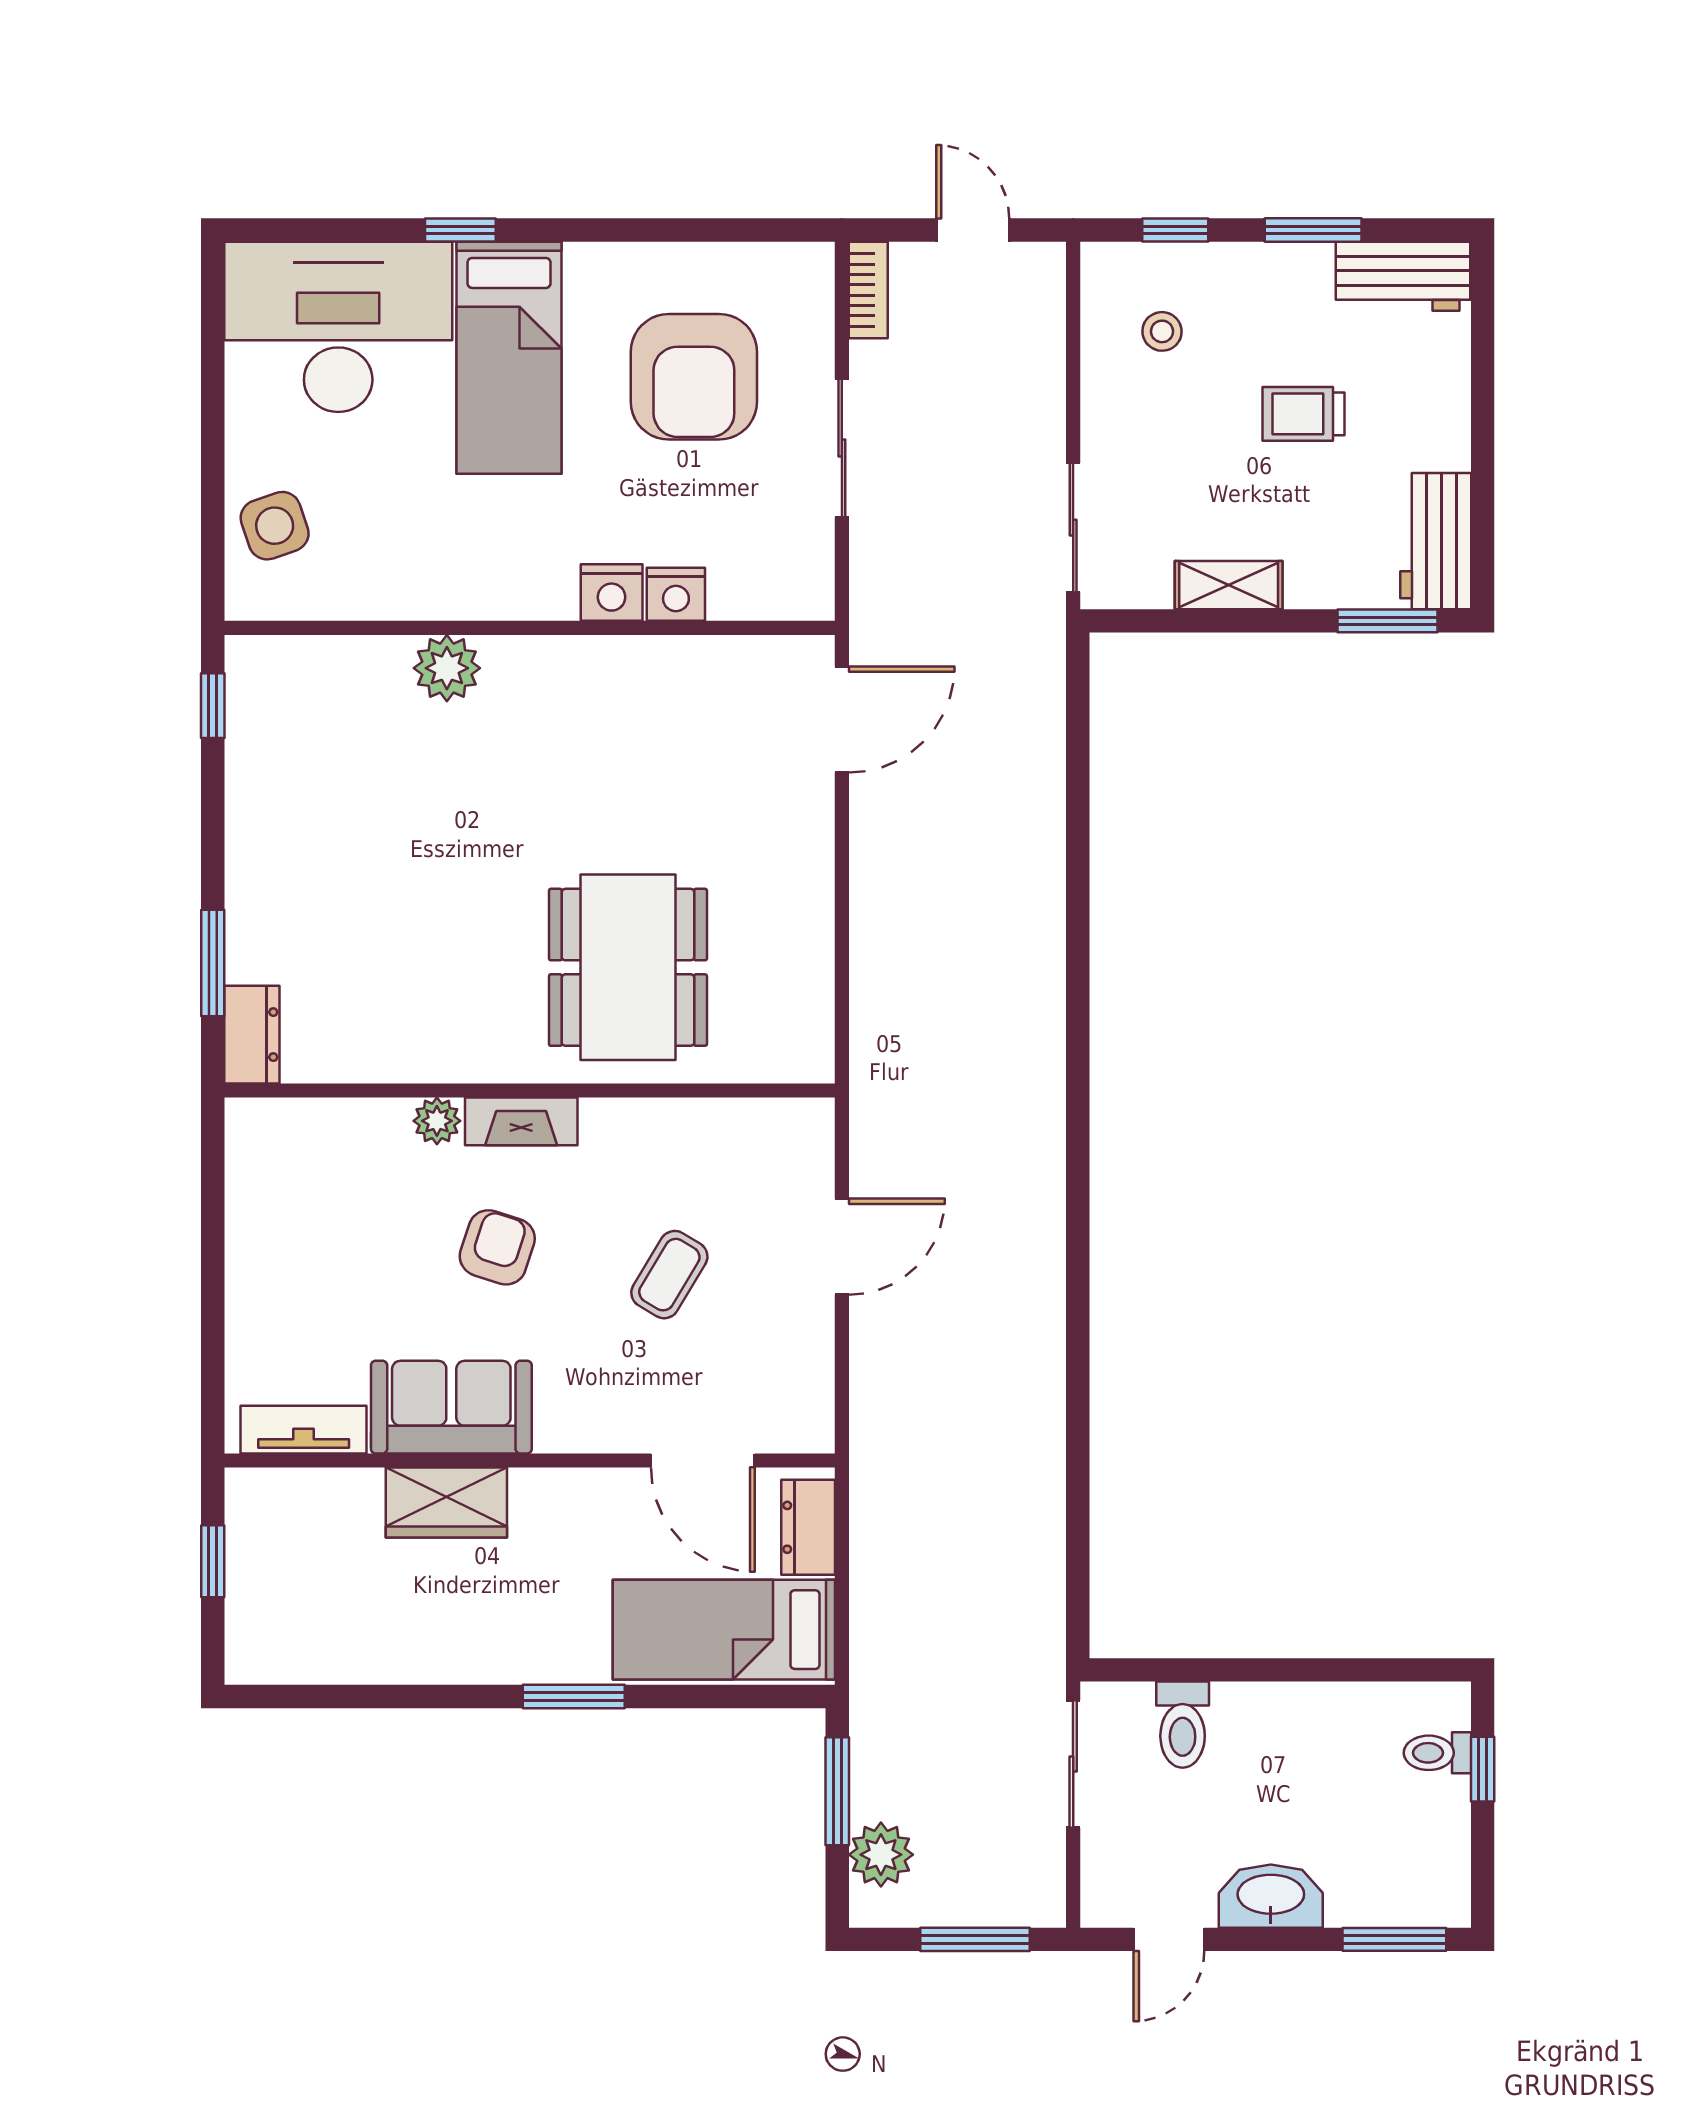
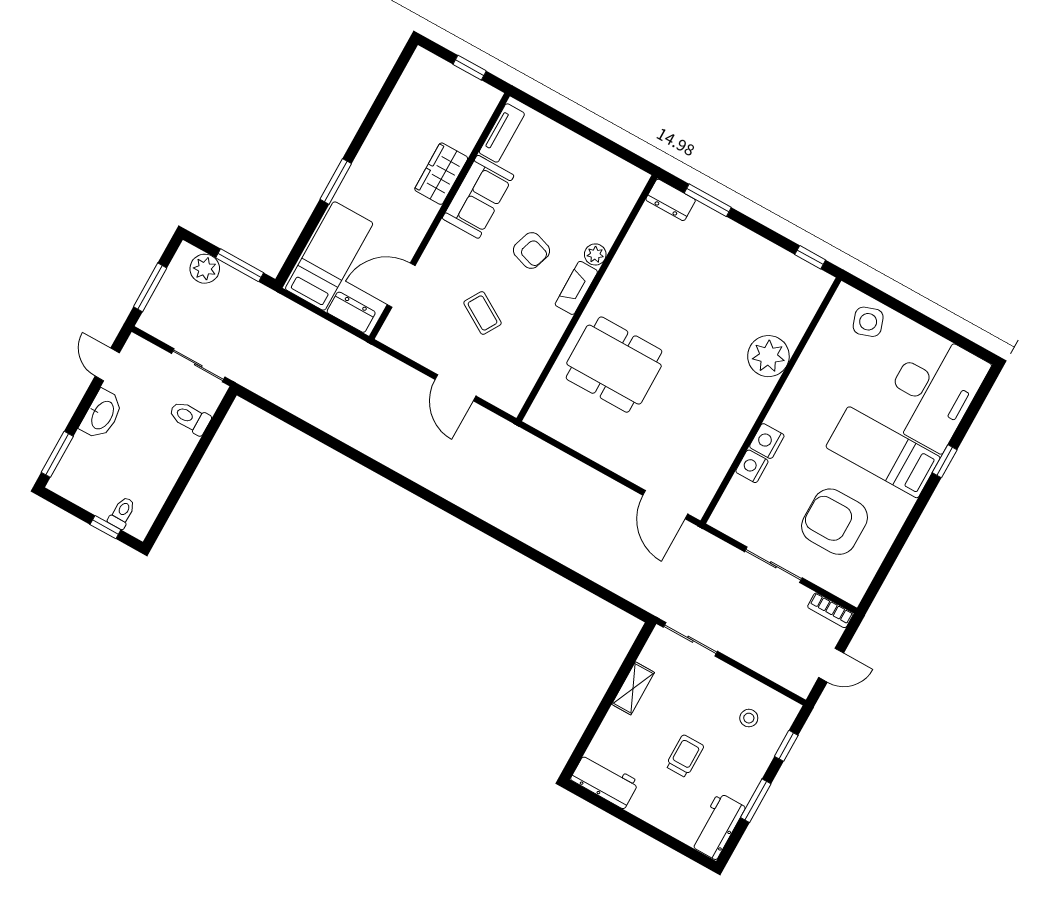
window: (1387, 621) -> (584, 744), removed
plant: (447, 668) -> (768, 356), width x1.36, depth x1.36

